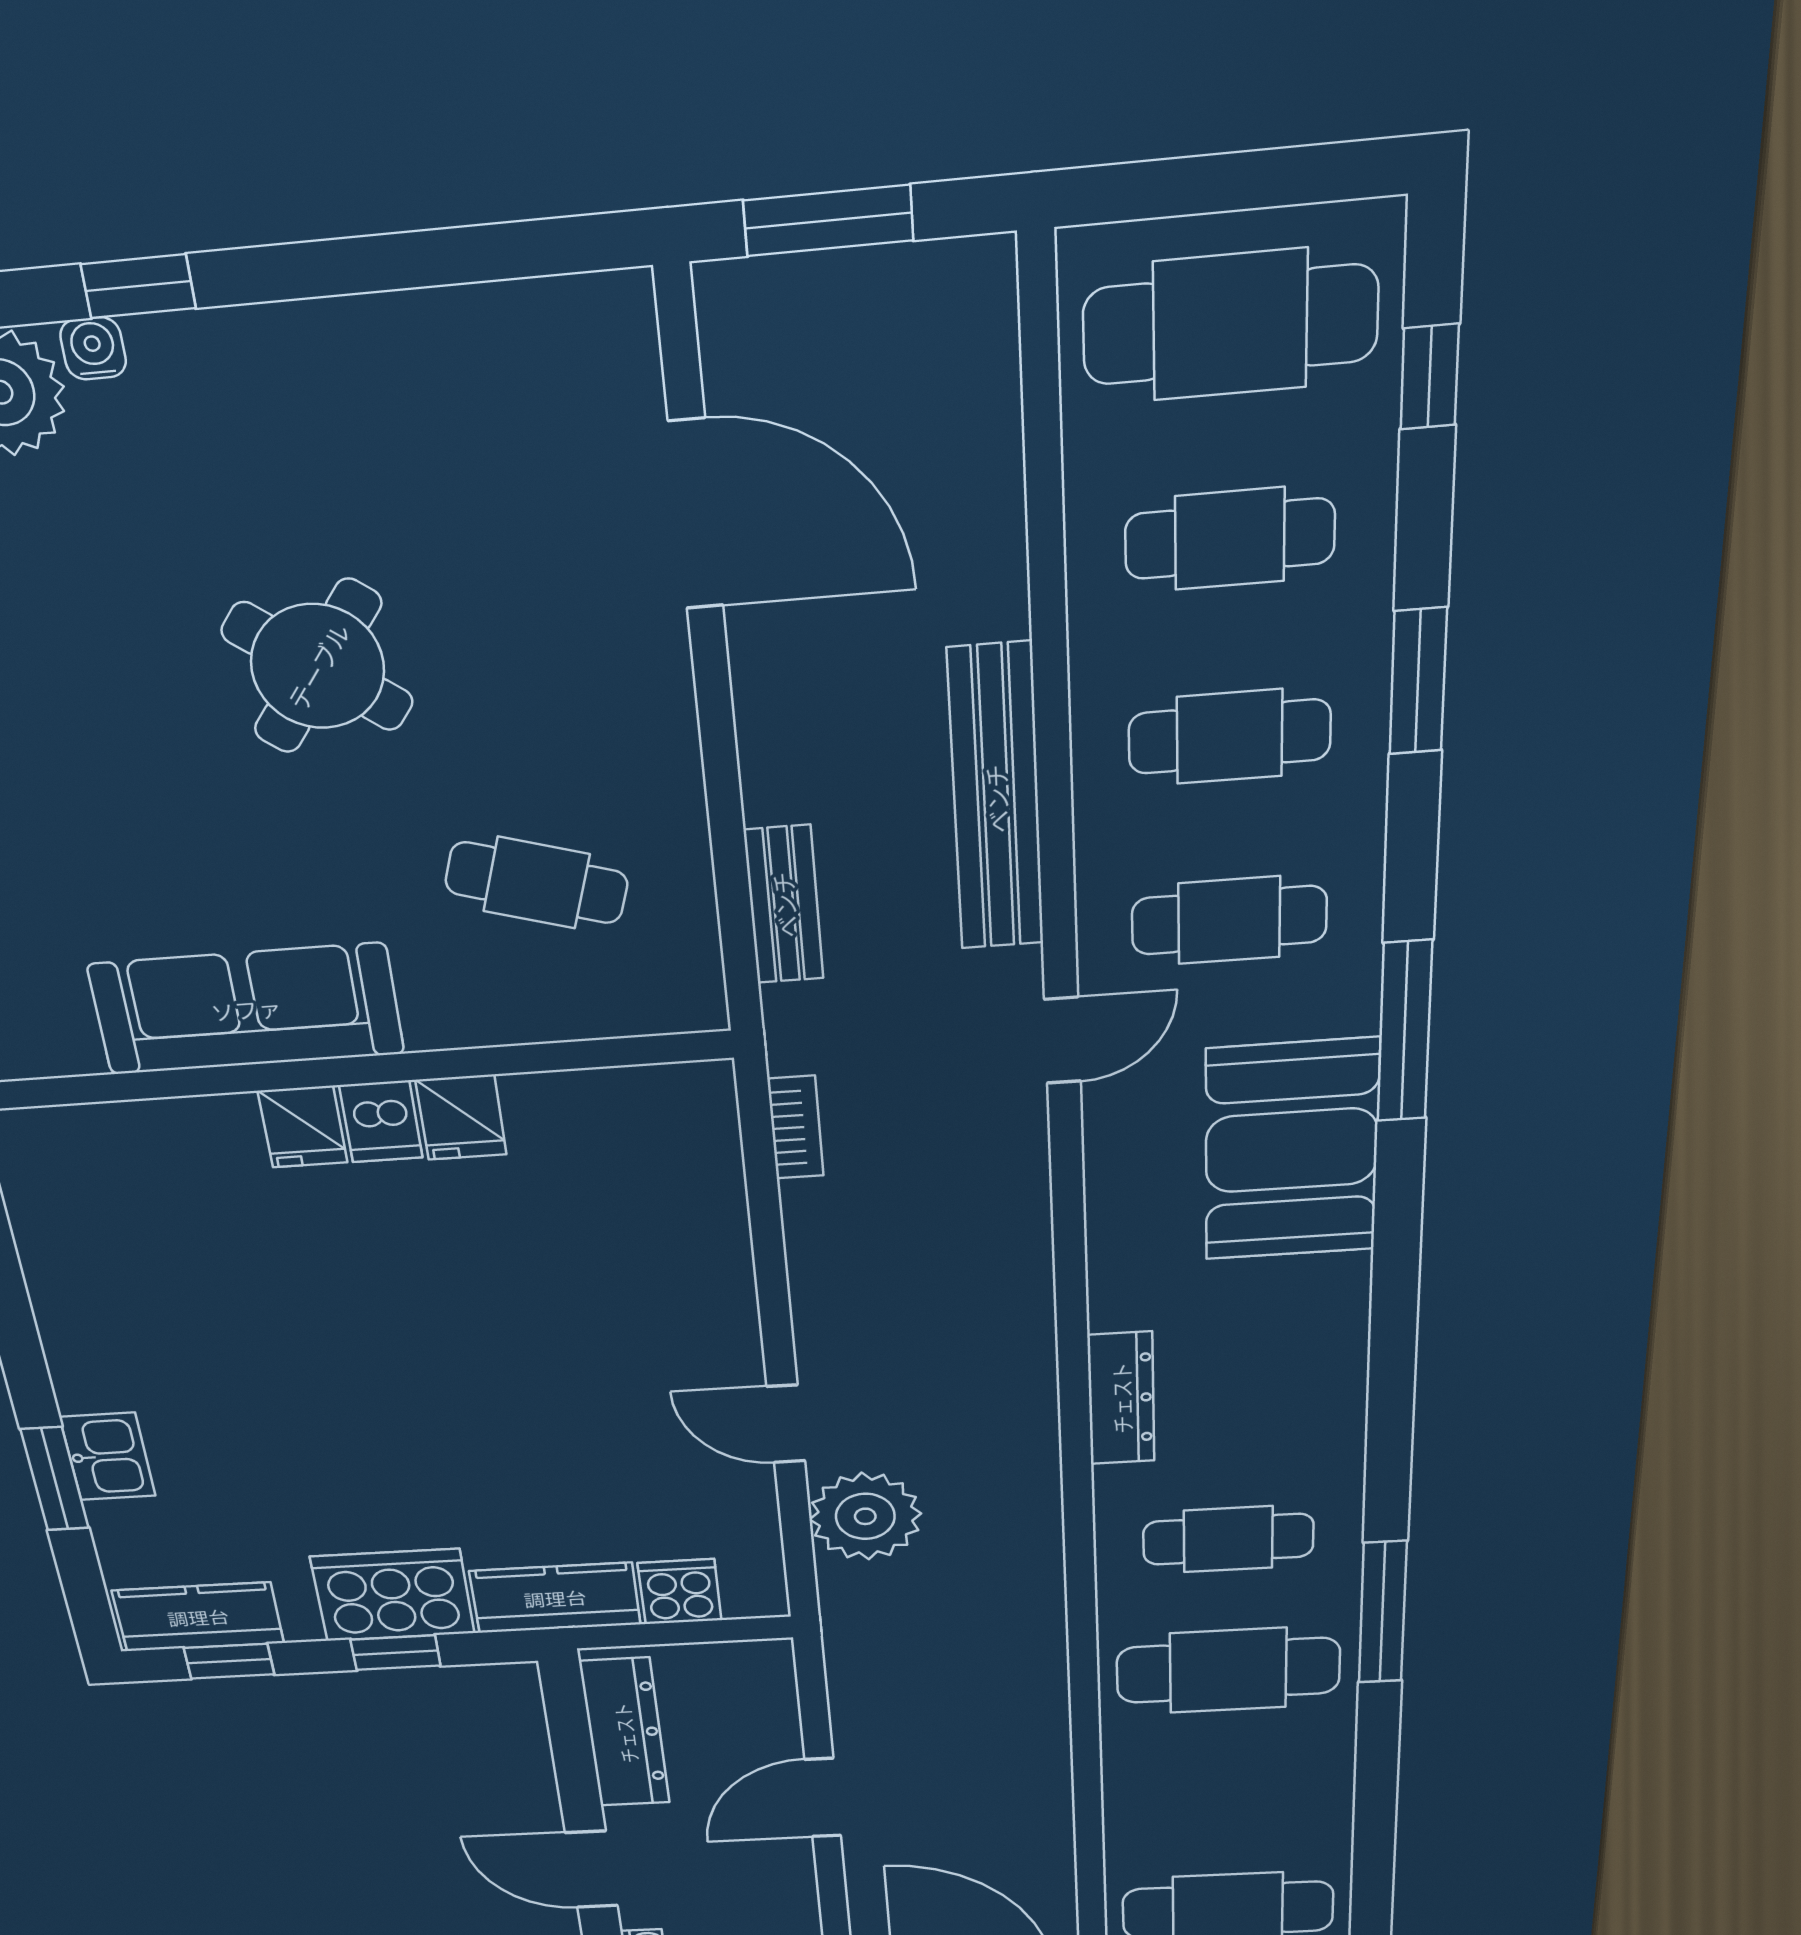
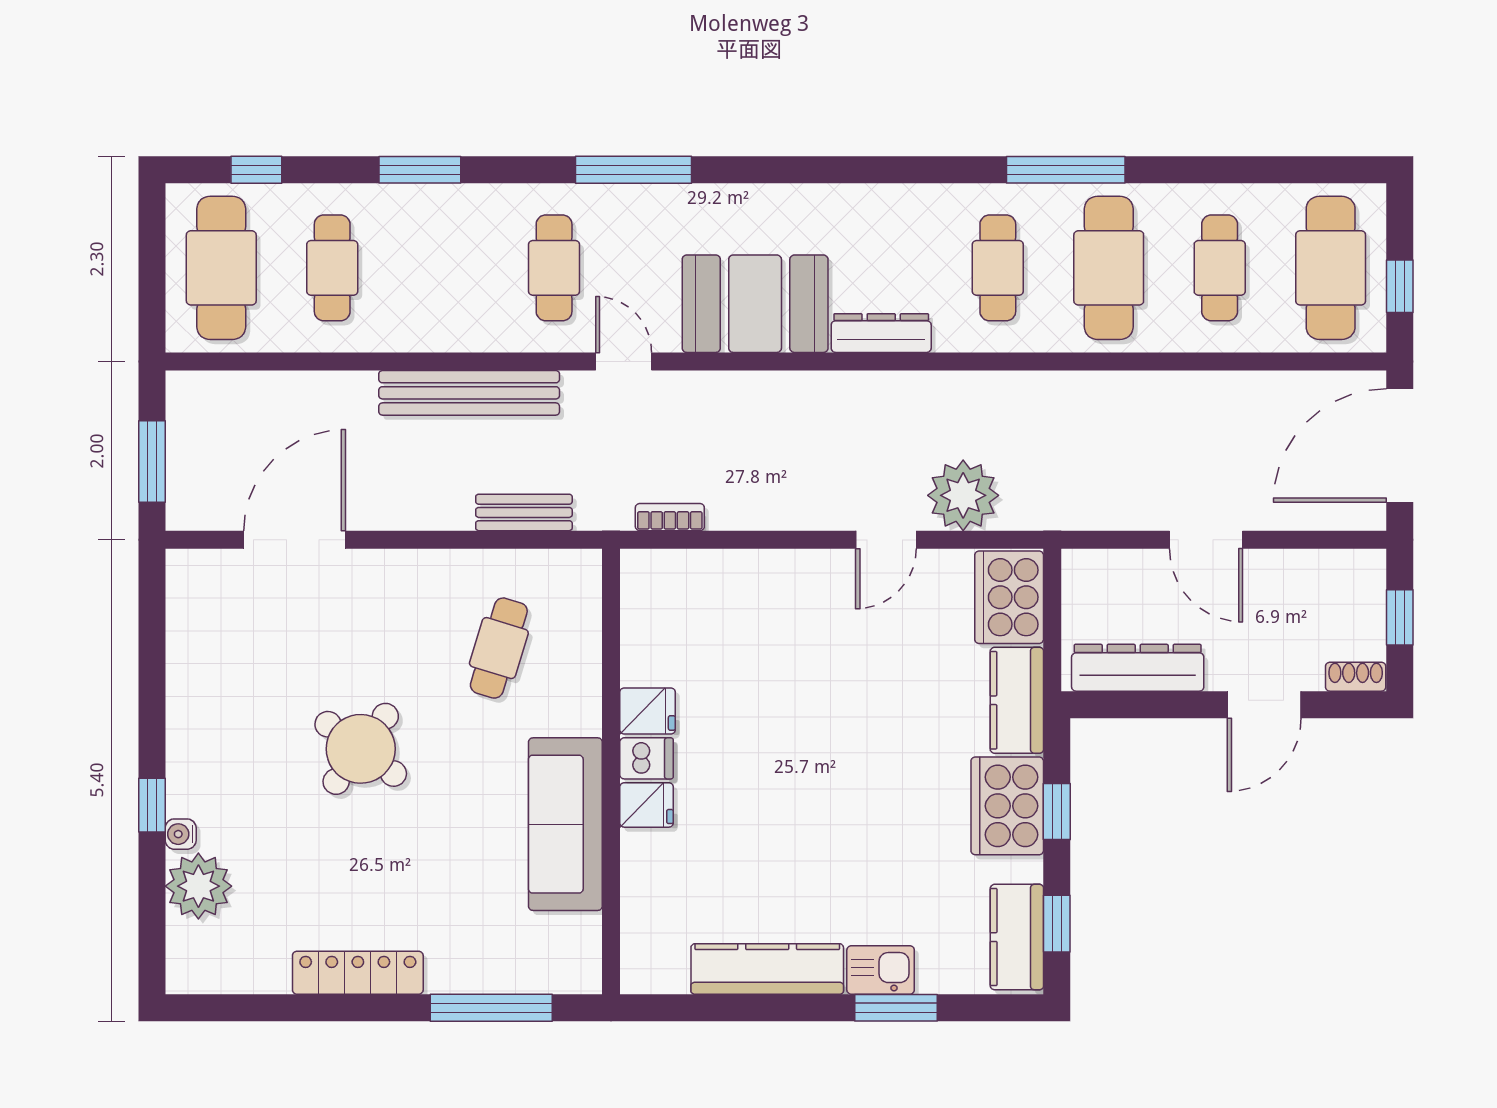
cafe table: (1229, 736) -> (1220, 268), moved
booth: (1291, 1150) -> (755, 304), moved
kitchen counter: (72, 1311) -> (767, 969), added
cooker: (680, 1592) -> (1009, 597), width x1.87, depth x1.31

